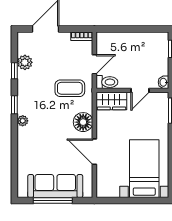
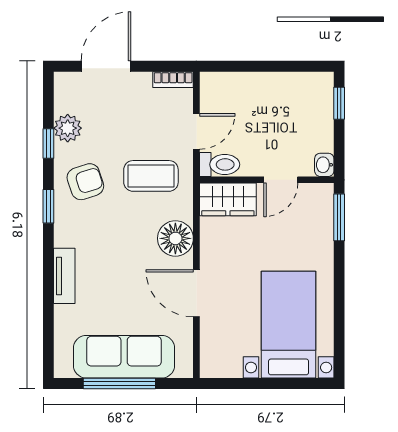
armchair: (34, 91) -> (85, 182), added
plant: (23, 121) -> (64, 236), removed
tv unit: (23, 142) -> (64, 276), added

